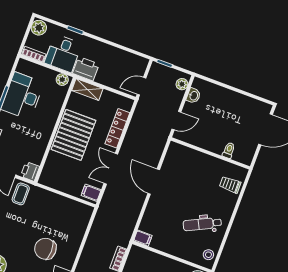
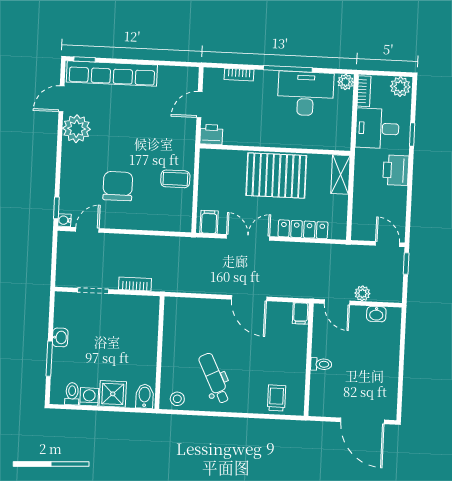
printer: (86, 69) -> (396, 170), moved, turned 180
plant: (62, 80) -> (346, 82), moved
plant: (182, 84) -> (362, 293), moved
door: (141, 86) -> (387, 244), moved
toilet: (229, 150) -> (321, 364), moved
door: (154, 182) -> (249, 298), swing flipped
coffee table: (21, 194) -> (175, 179), moved
filing cabinet: (143, 238) -> (301, 313), moved

